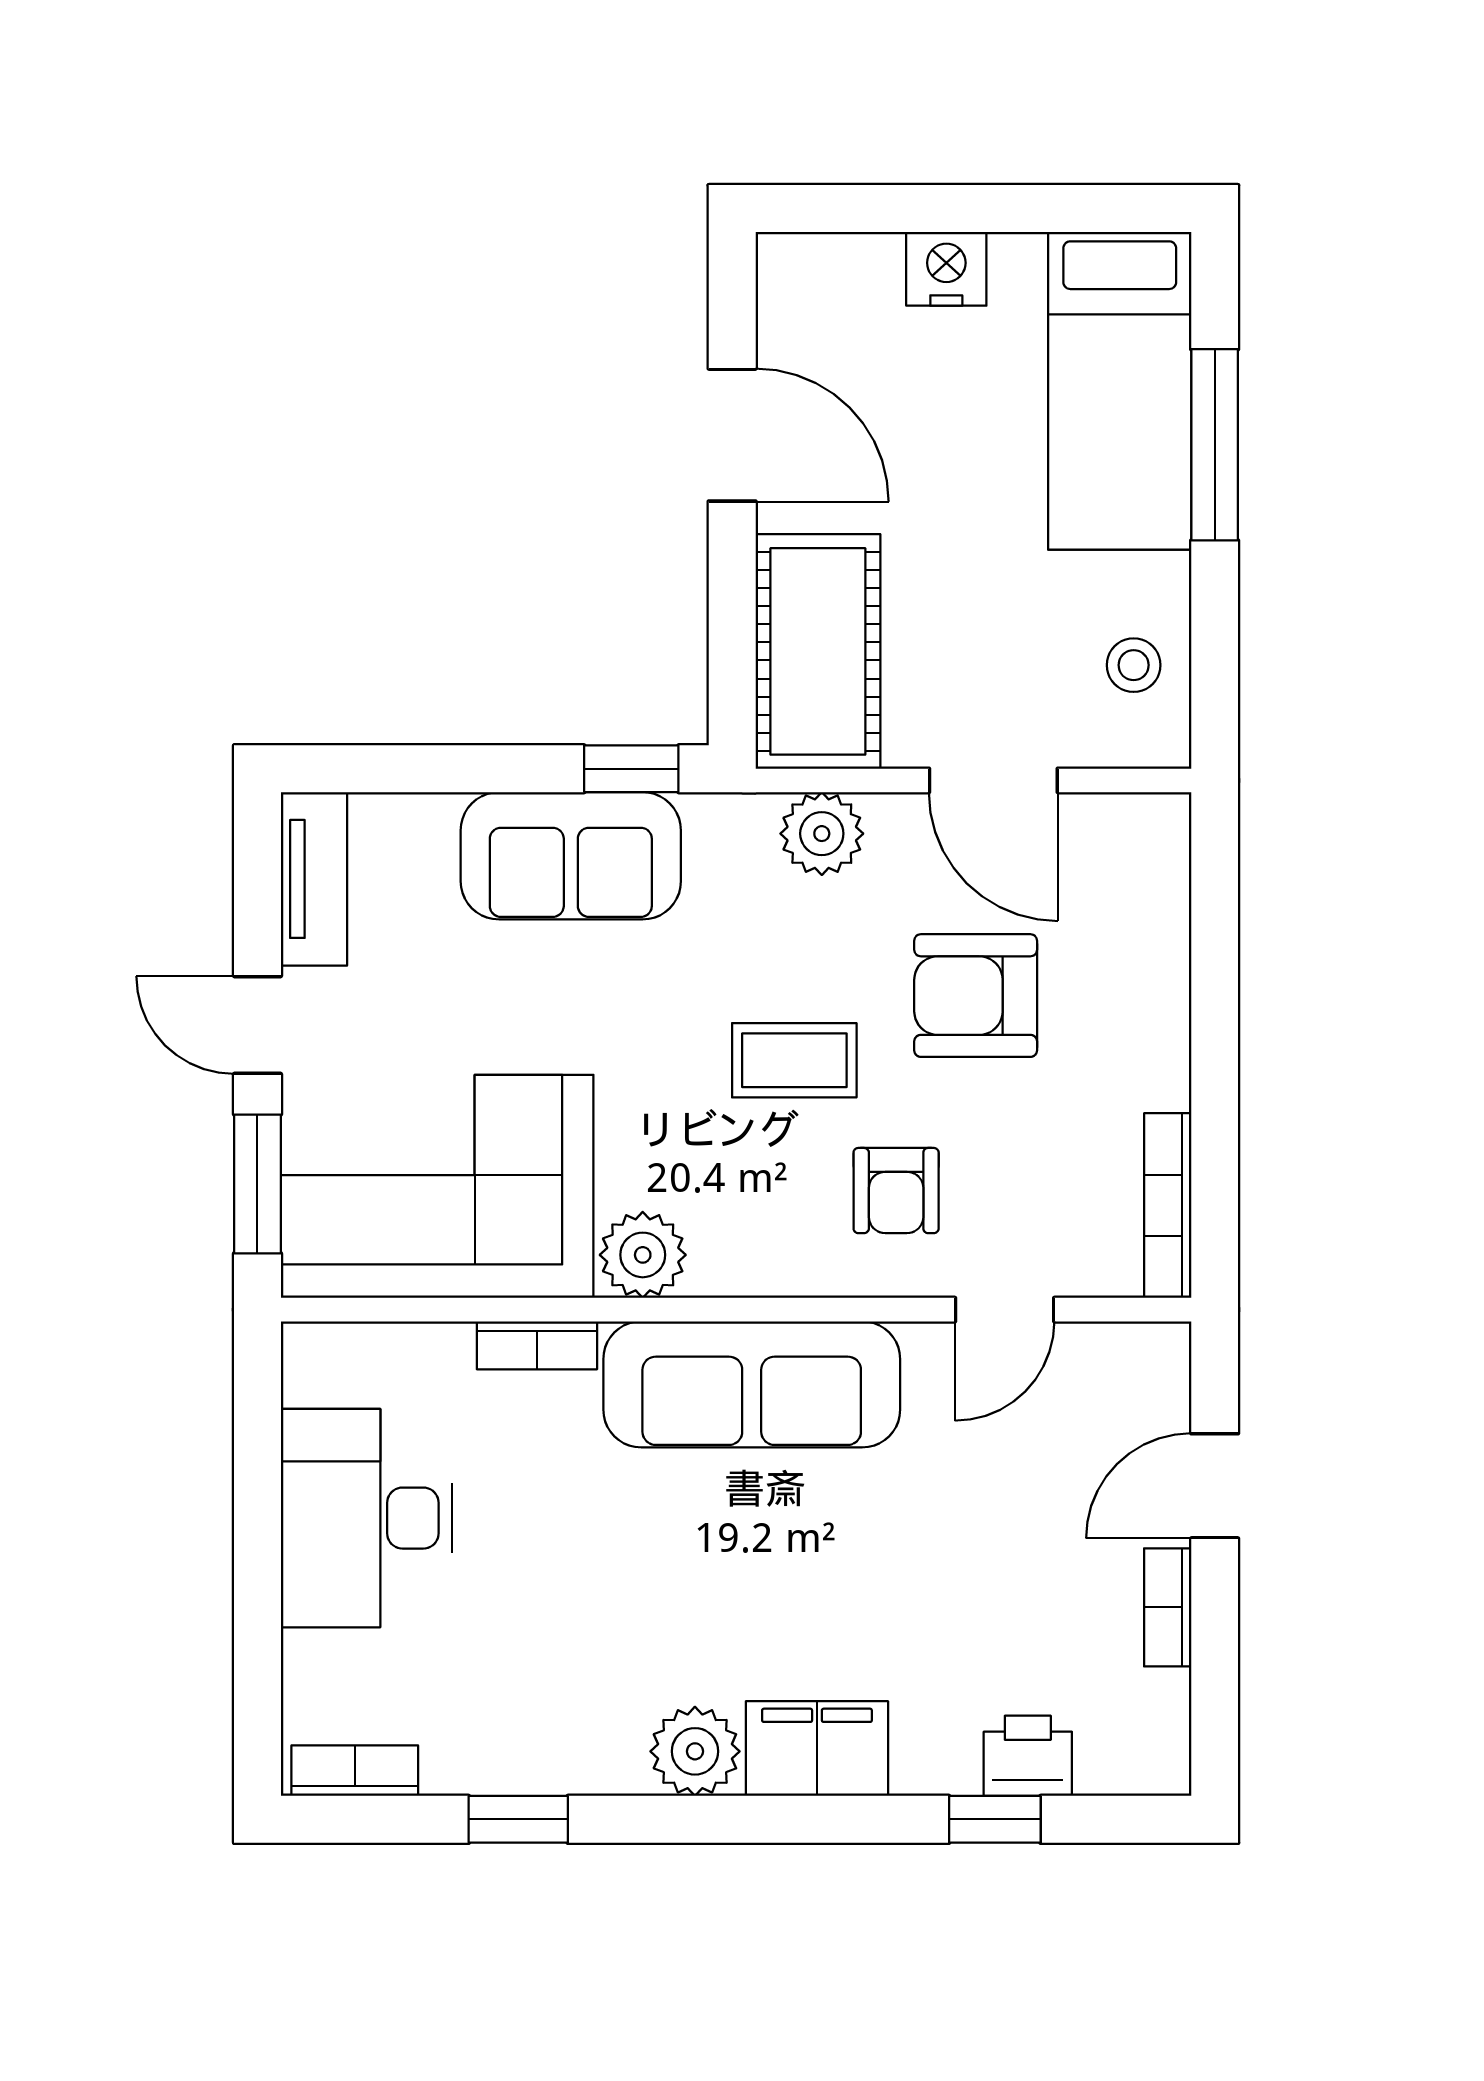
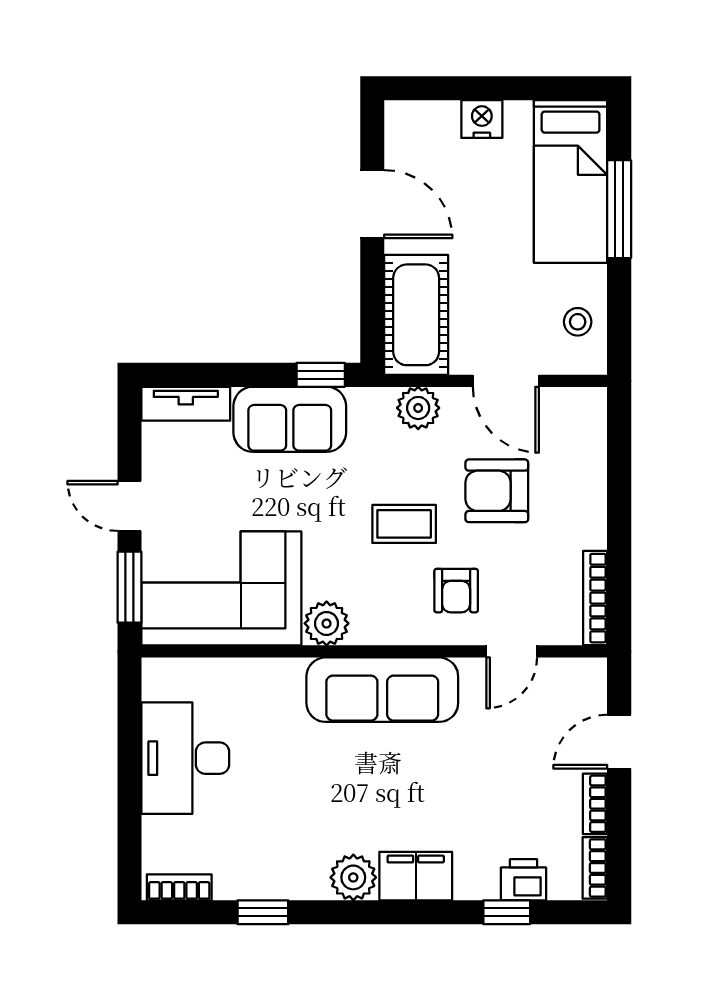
tv unit: (314, 879) -> (186, 404), moved, turned 90
bookcase: (537, 1345) -> (595, 868), moved, turned 90

